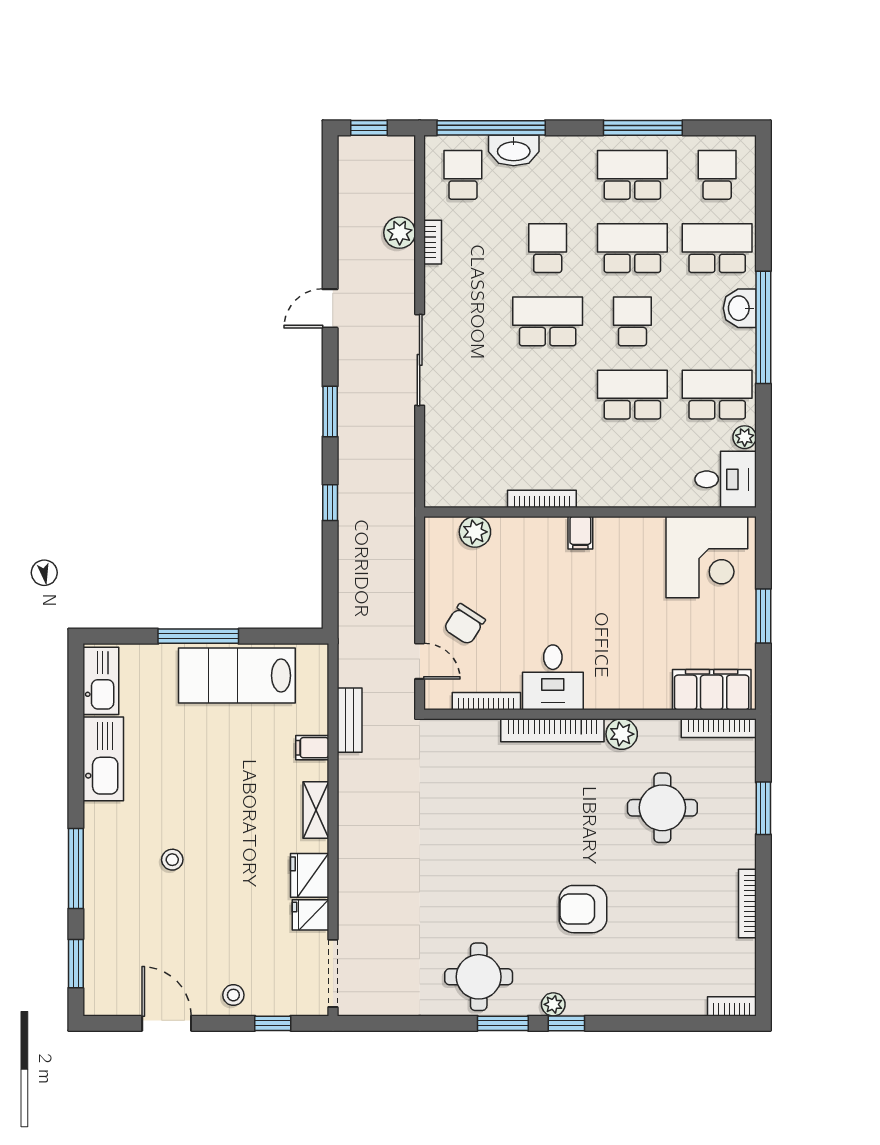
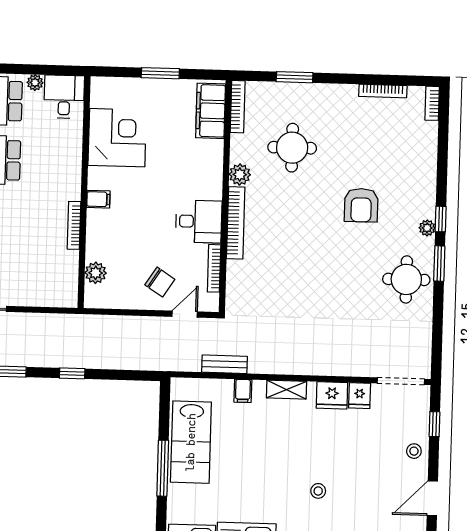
corner desk: (707, 557) -> (117, 138), moved
bookcase: (747, 904) -> (383, 91), moved

